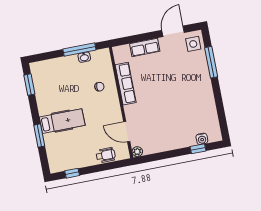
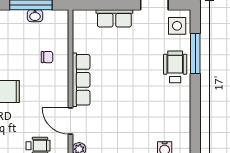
wheelchair: (198, 75) -> (175, 67), added
row of seats: (126, 84) -> (81, 80), moved

